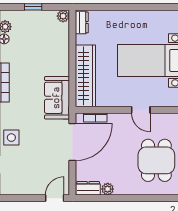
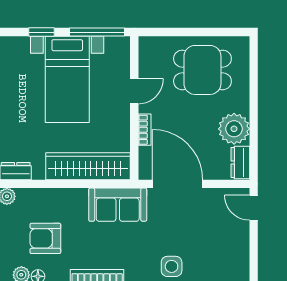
armchair: (32, 44) -> (45, 238), added
bookcase: (95, 118) -> (145, 130), moved
plant: (108, 189) -> (234, 129), width x1.87, depth x1.87

